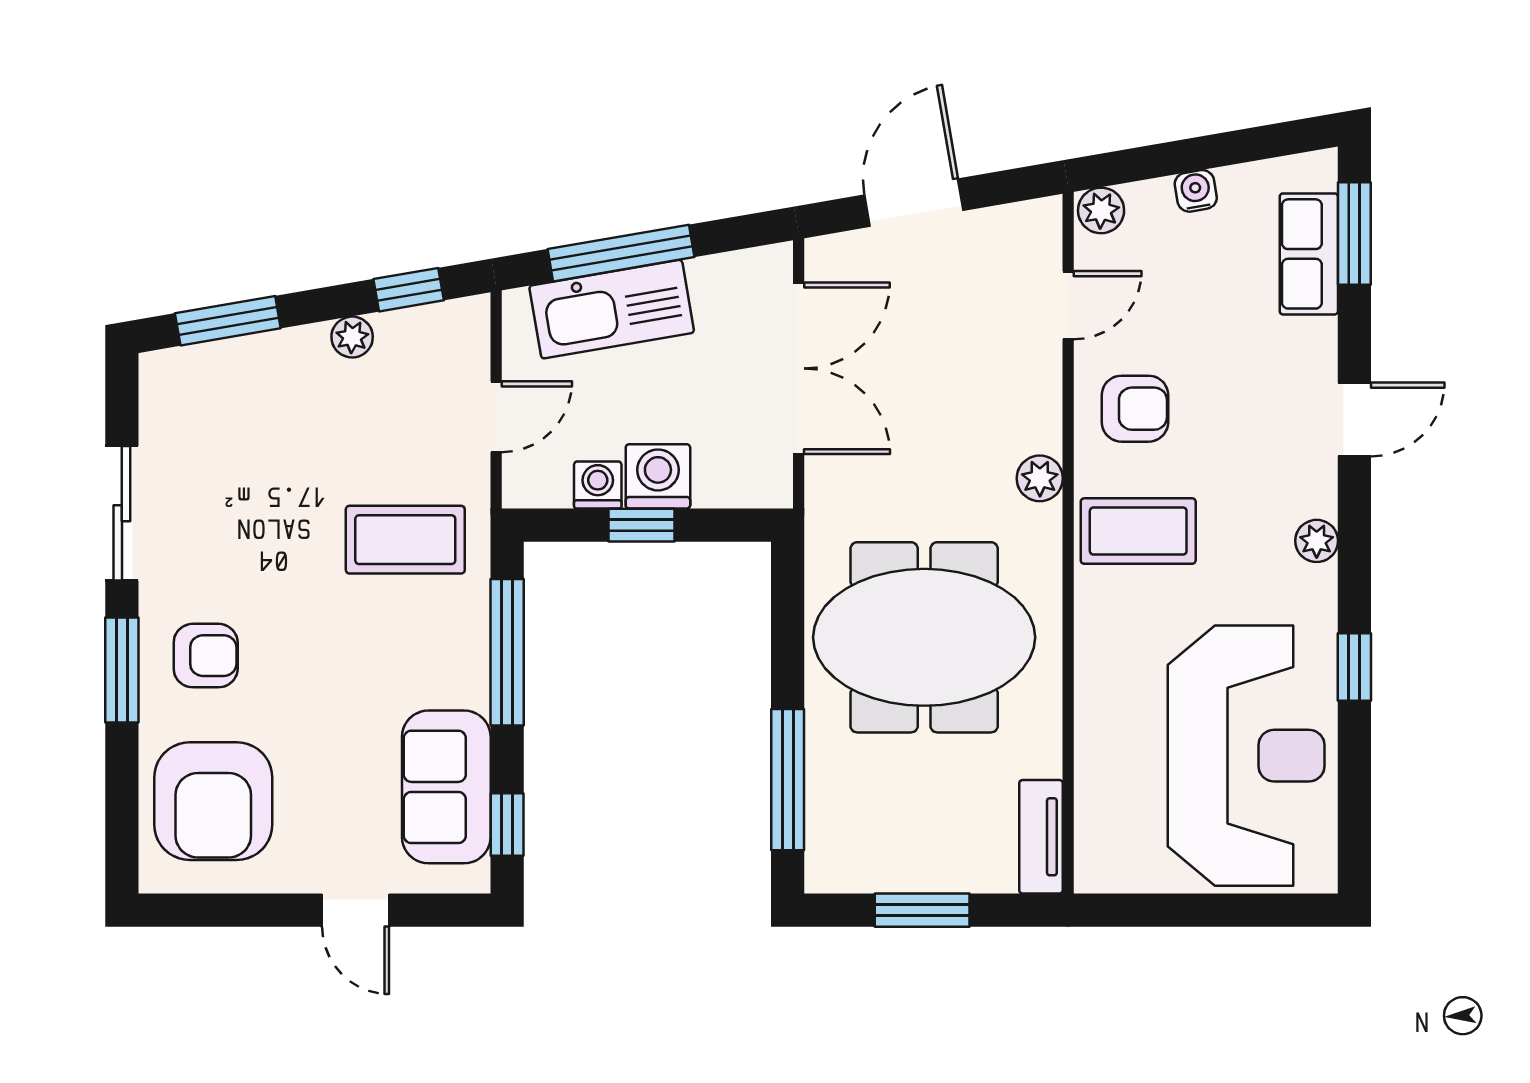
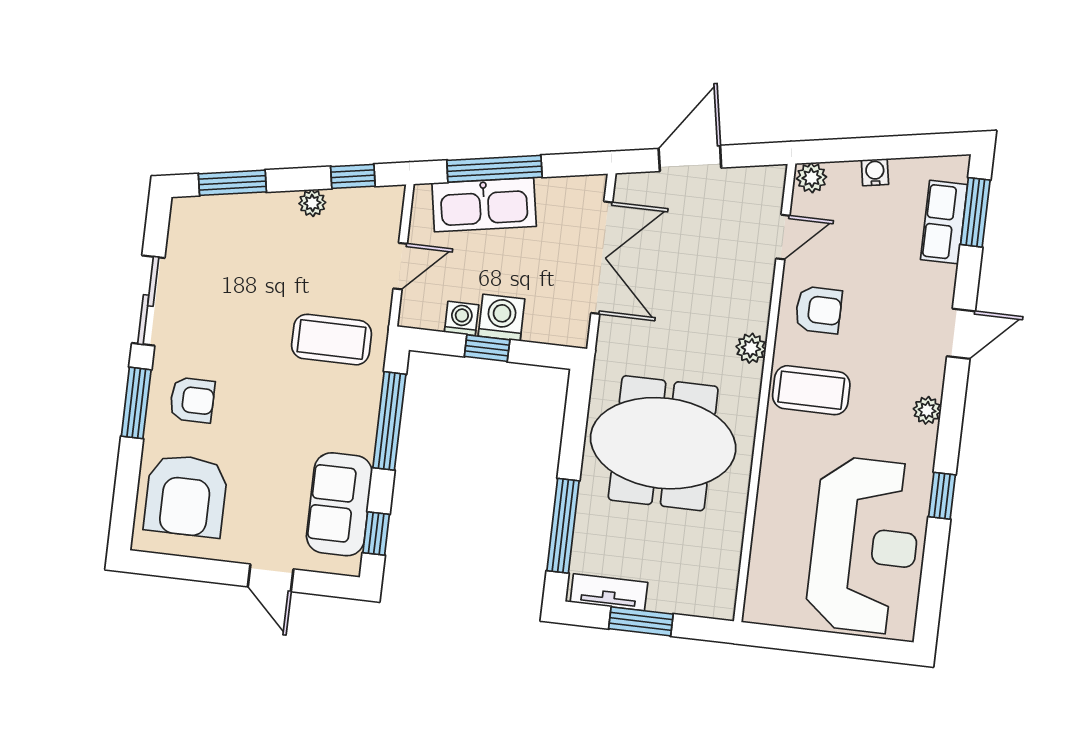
tv unit: (1041, 837) -> (609, 592), moved, turned 90

